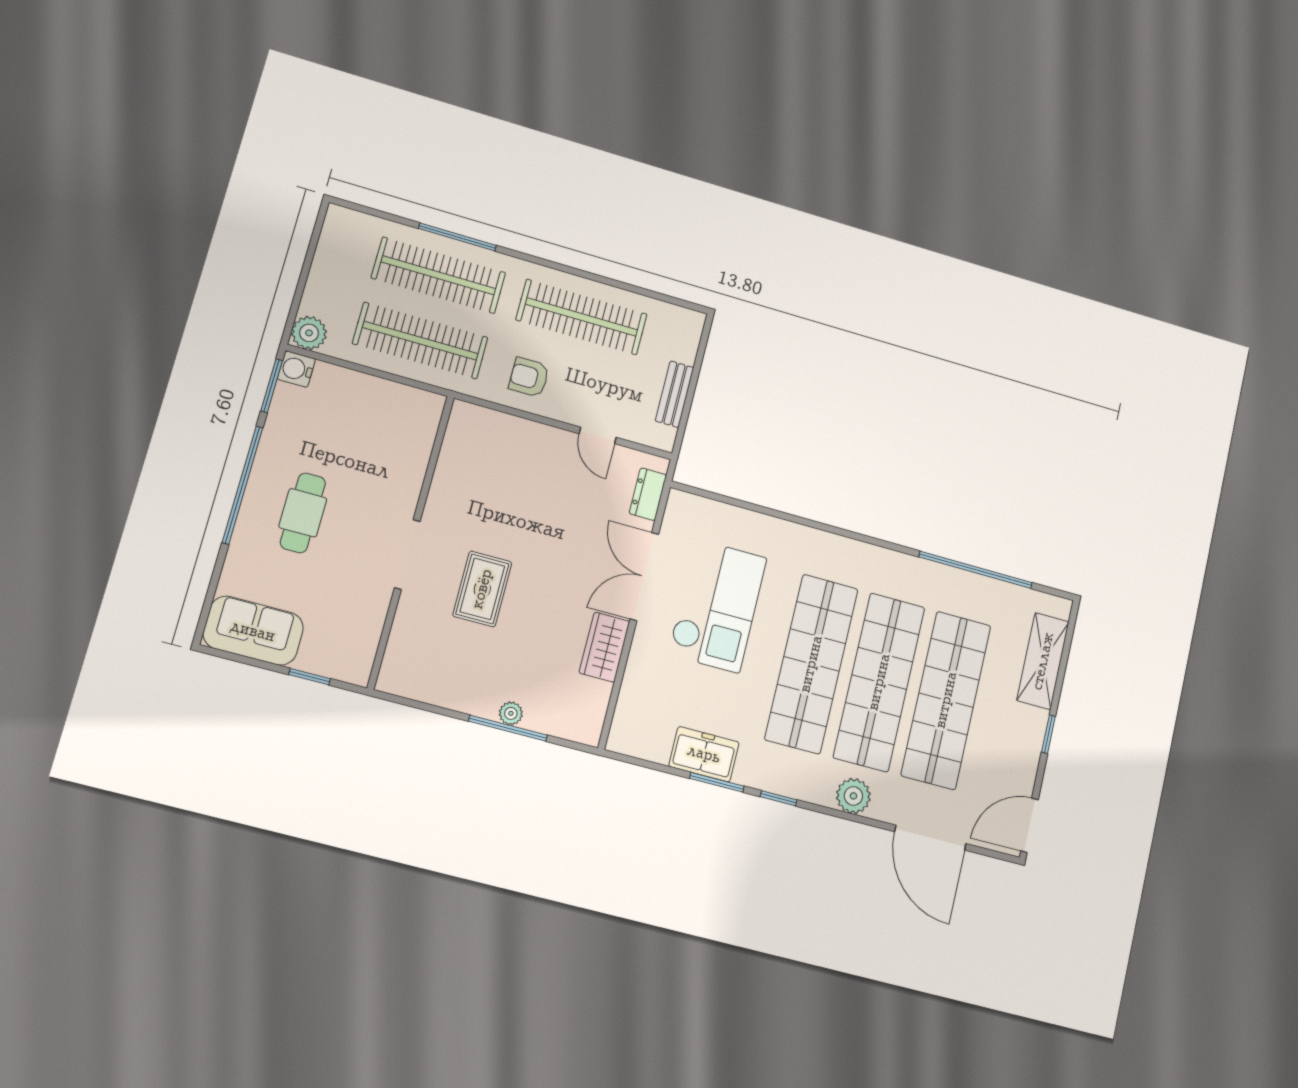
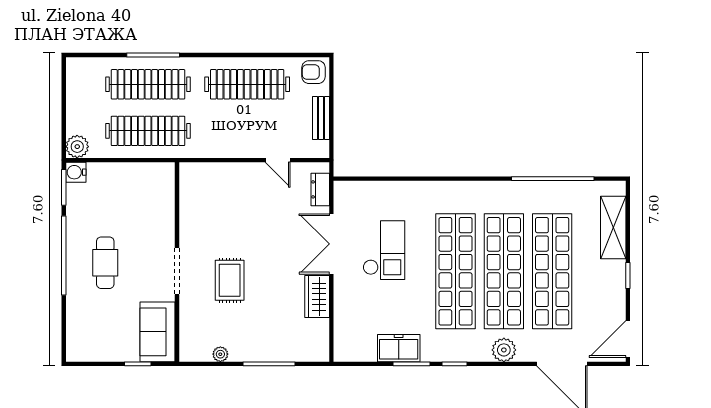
armchair: (529, 377) -> (314, 72), moved
checkout: (717, 606) -> (384, 250), width x0.73, depth x0.83
sofa: (253, 631) -> (158, 332), moved, turned -90
plant: (511, 713) -> (220, 354), moved

